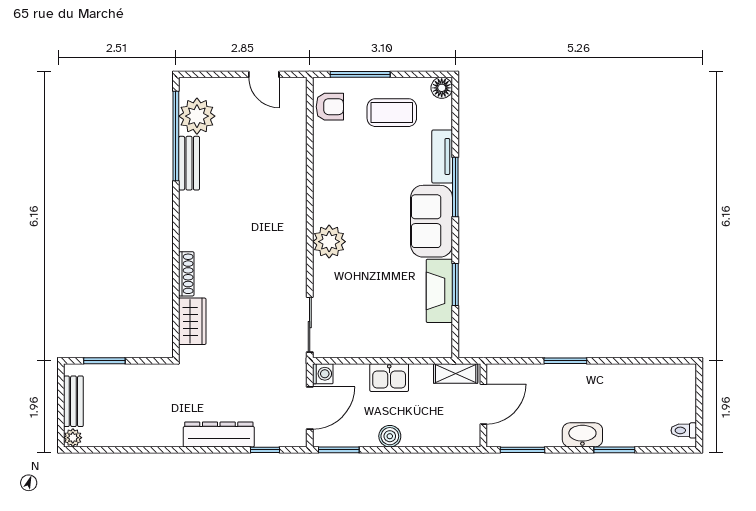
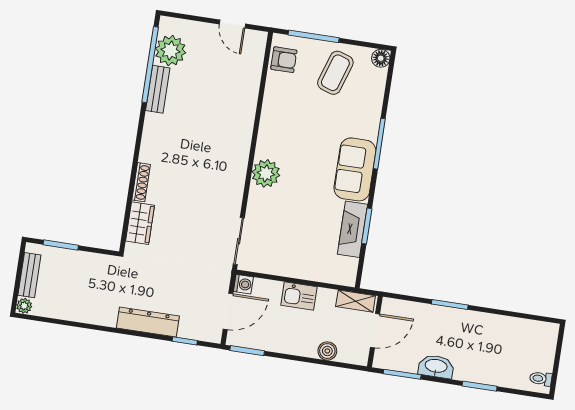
coffee table: (392, 113) -> (335, 73), turned -72
tv unit: (442, 157) -> (372, 116), removed
washbasin: (582, 435) -> (436, 366), moved
boiler: (390, 436) -> (327, 351), moved

